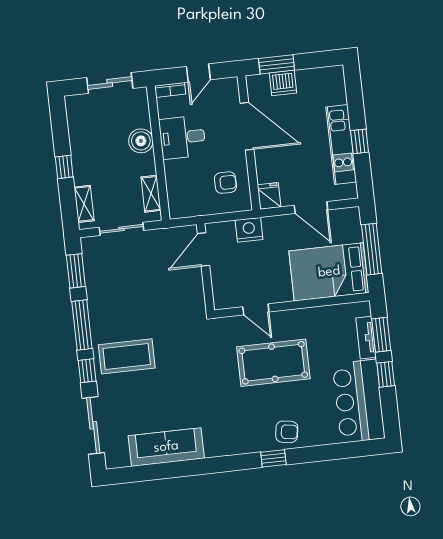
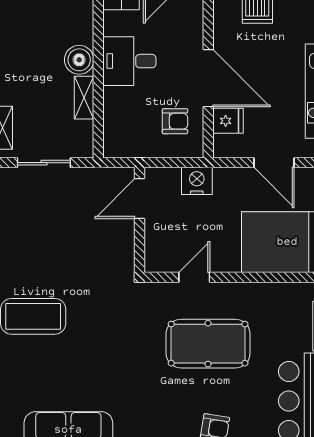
door: (247, 126) -> (208, 78), moved
shelving: (151, 194) -> (84, 98), moved
fridge: (269, 196) -> (228, 121), moved, turned 90
door: (256, 309) -> (194, 277), swing flipped

